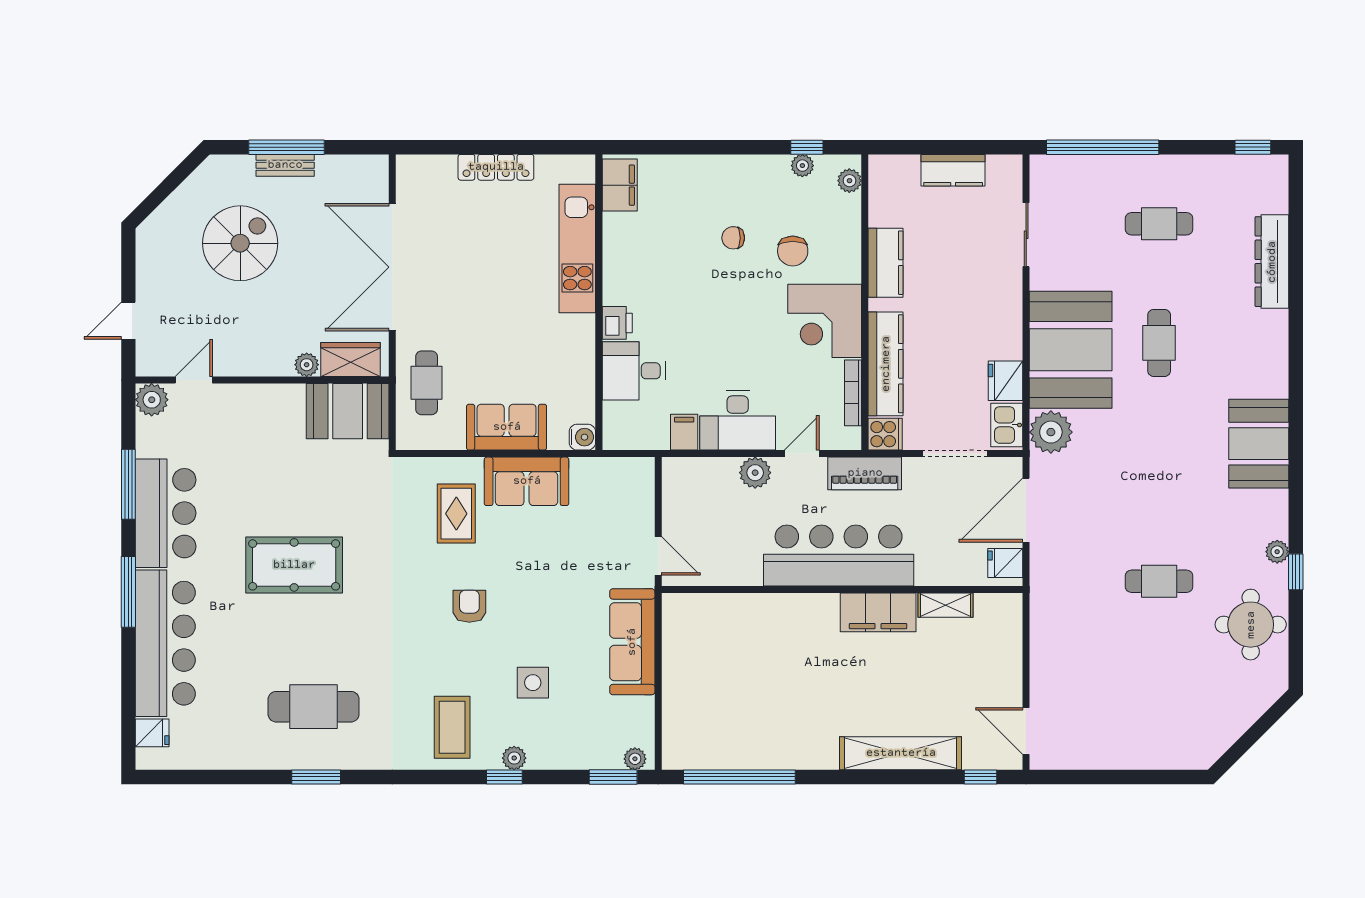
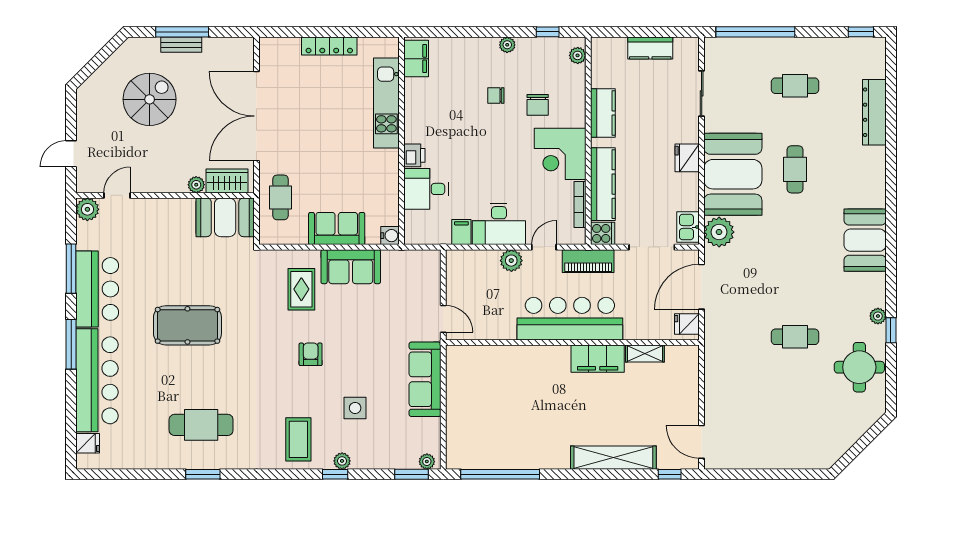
plant: (802, 166) -> (507, 45), moved
fridge: (1006, 381) -> (687, 158), moved

